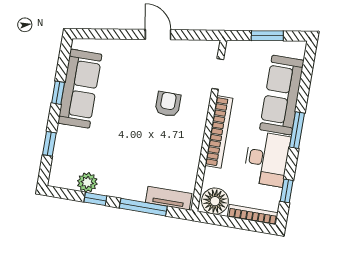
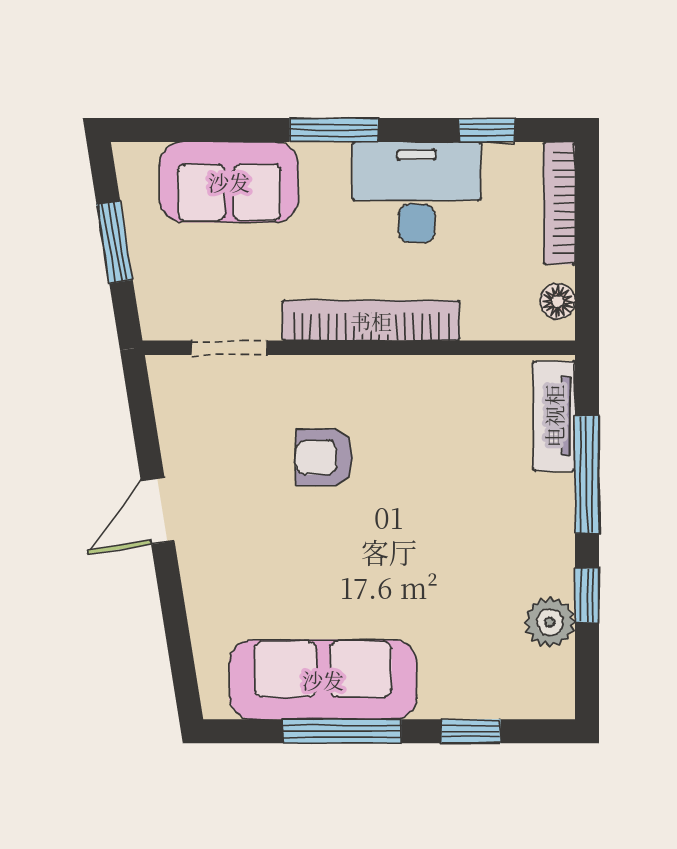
window: (58, 93) -> (342, 731), width x2.17
sofa: (282, 95) -> (229, 182), width x0.73
floor lamp: (215, 201) -> (558, 301), width x0.53, depth x0.53

